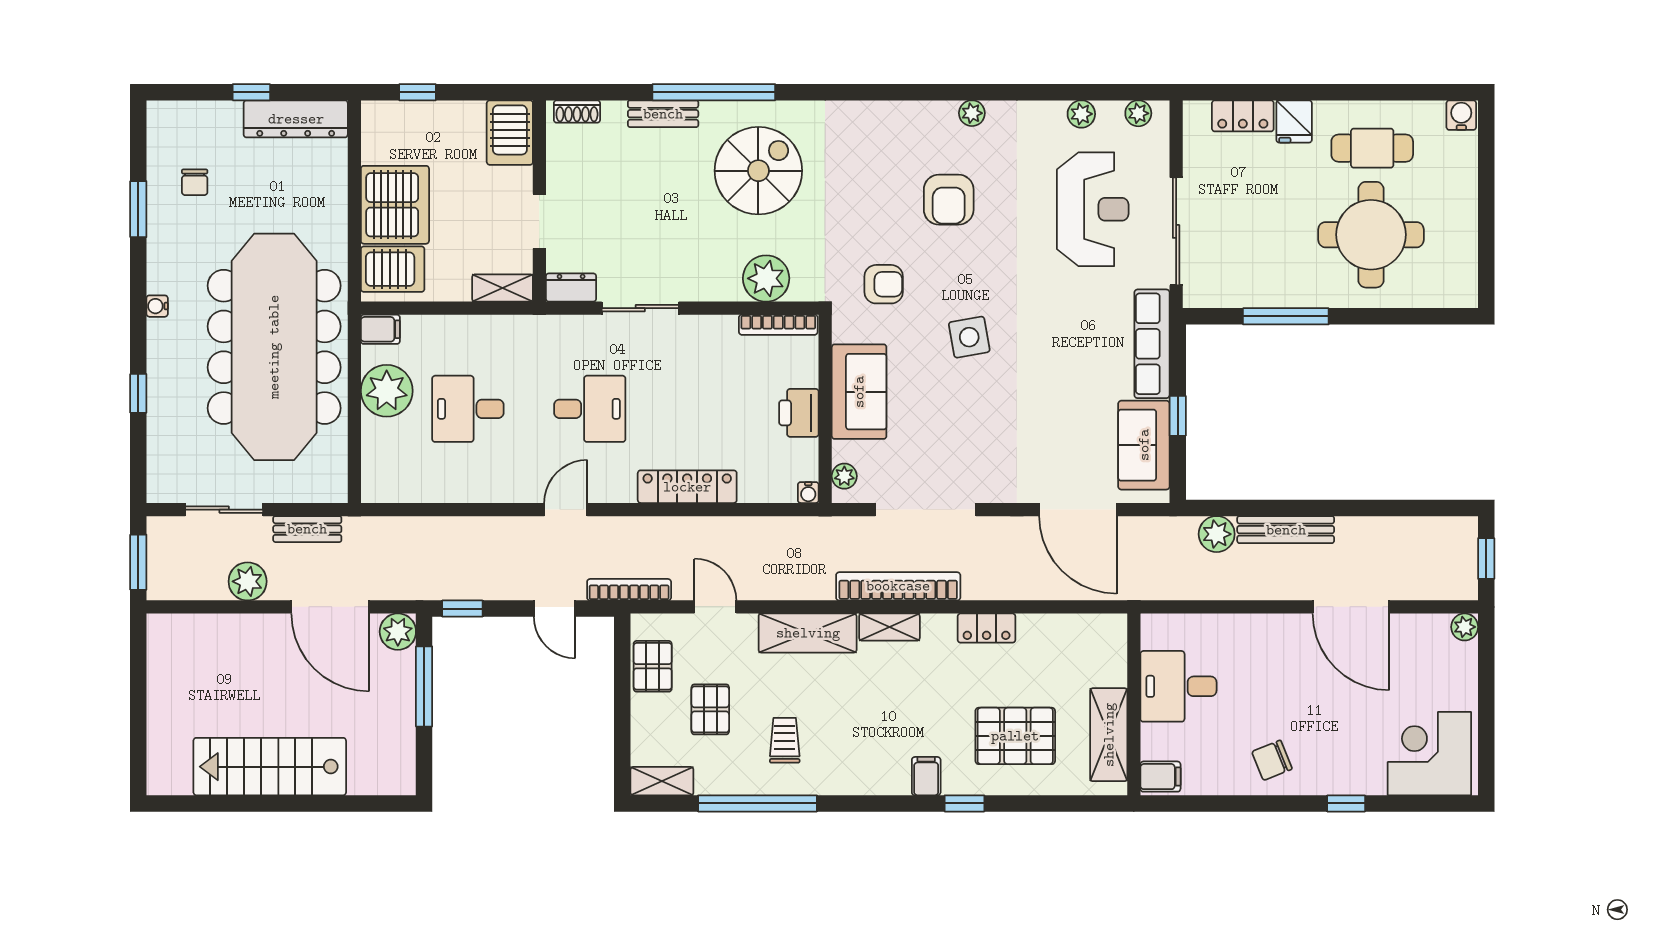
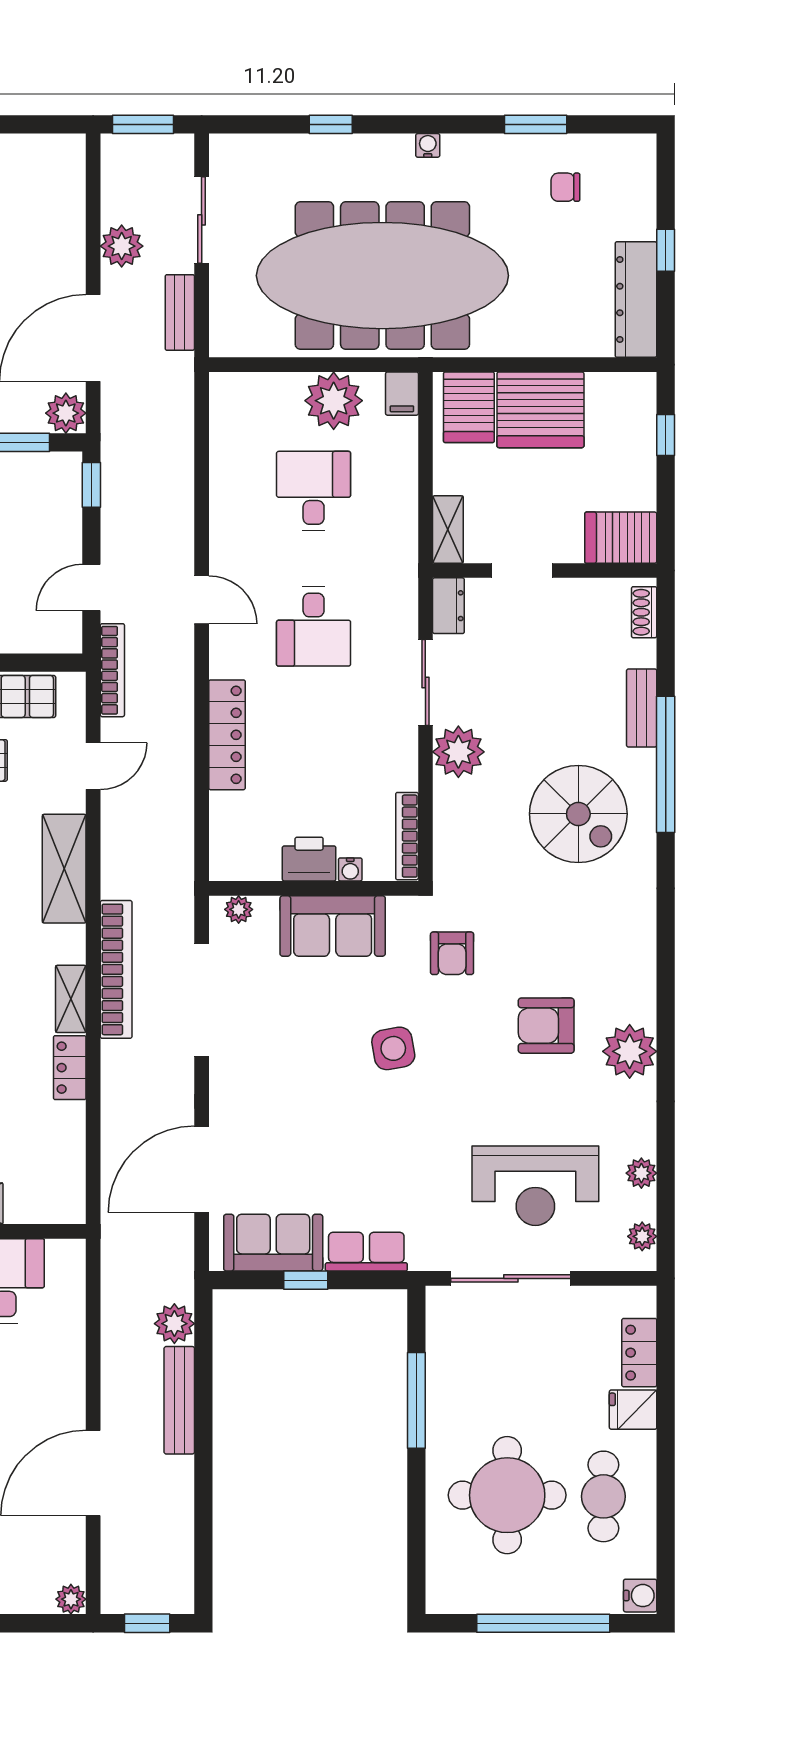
plant: (972, 113) -> (630, 1051), width x1.88, depth x1.88
window: (1486, 202) -> (543, 1623), added
plant: (766, 278) -> (458, 752), moved
row of seats: (1152, 344) -> (366, 1252), width x0.68
water cooler: (808, 493) -> (350, 869), moved, turned -90
shelving: (889, 627) -> (71, 999), moved

